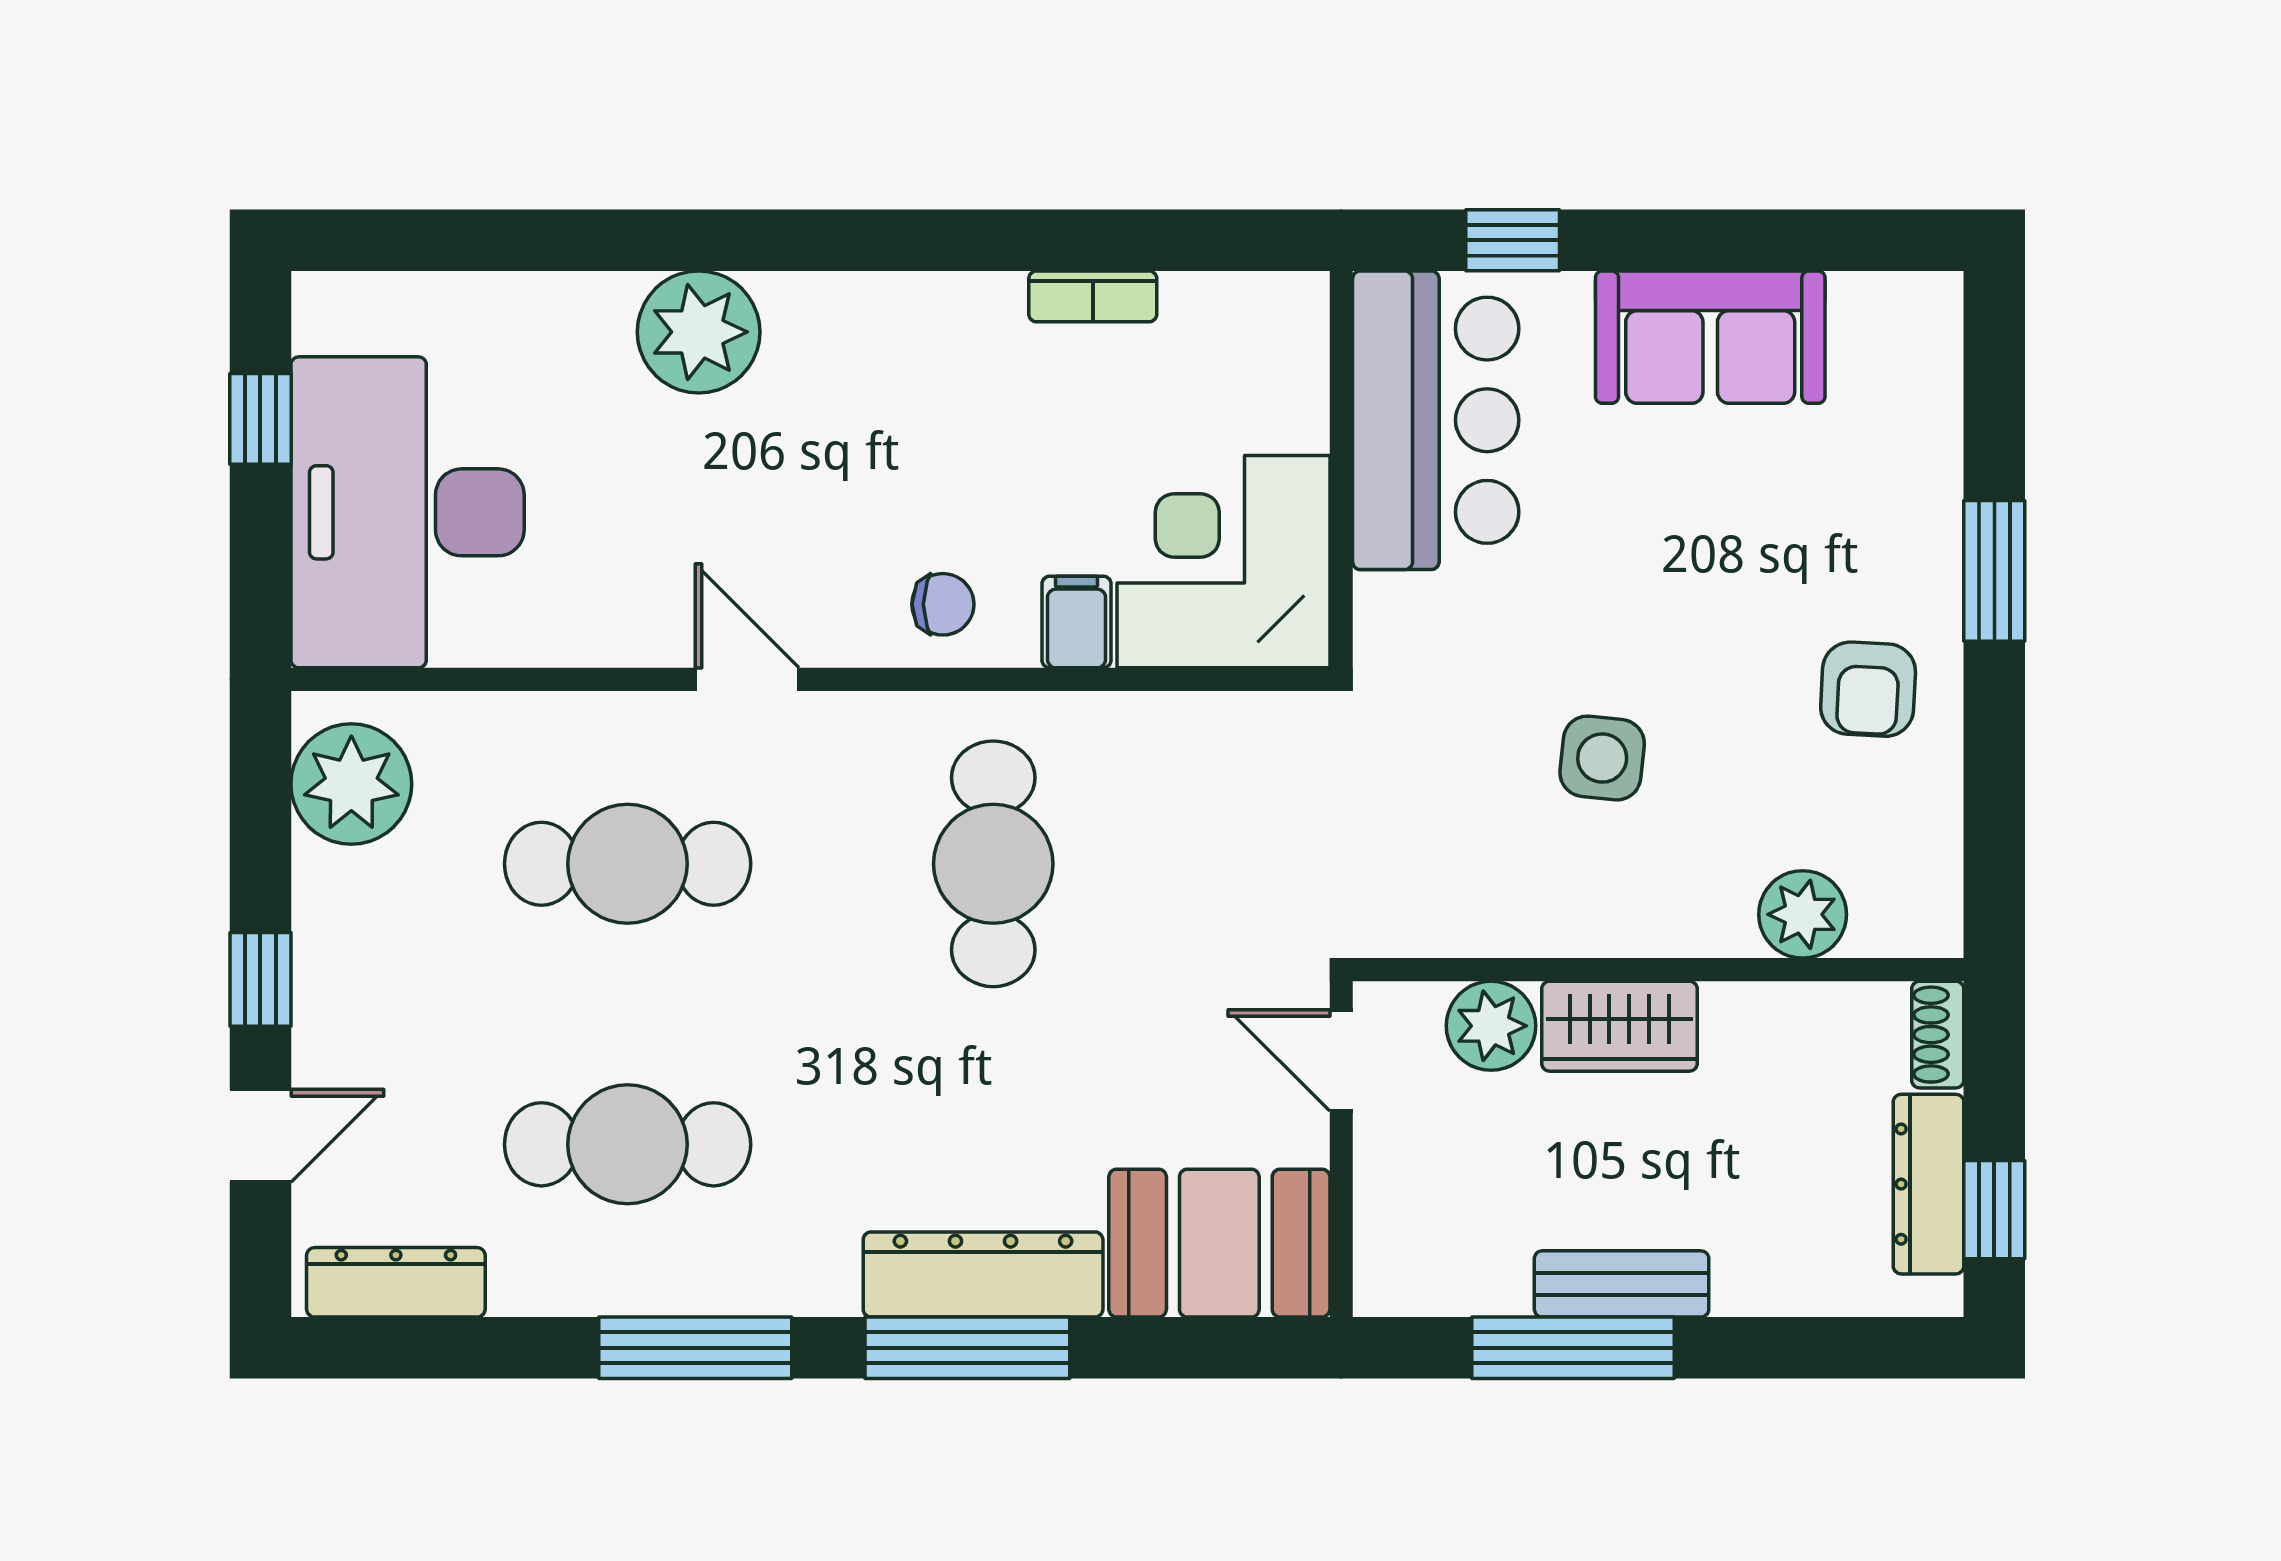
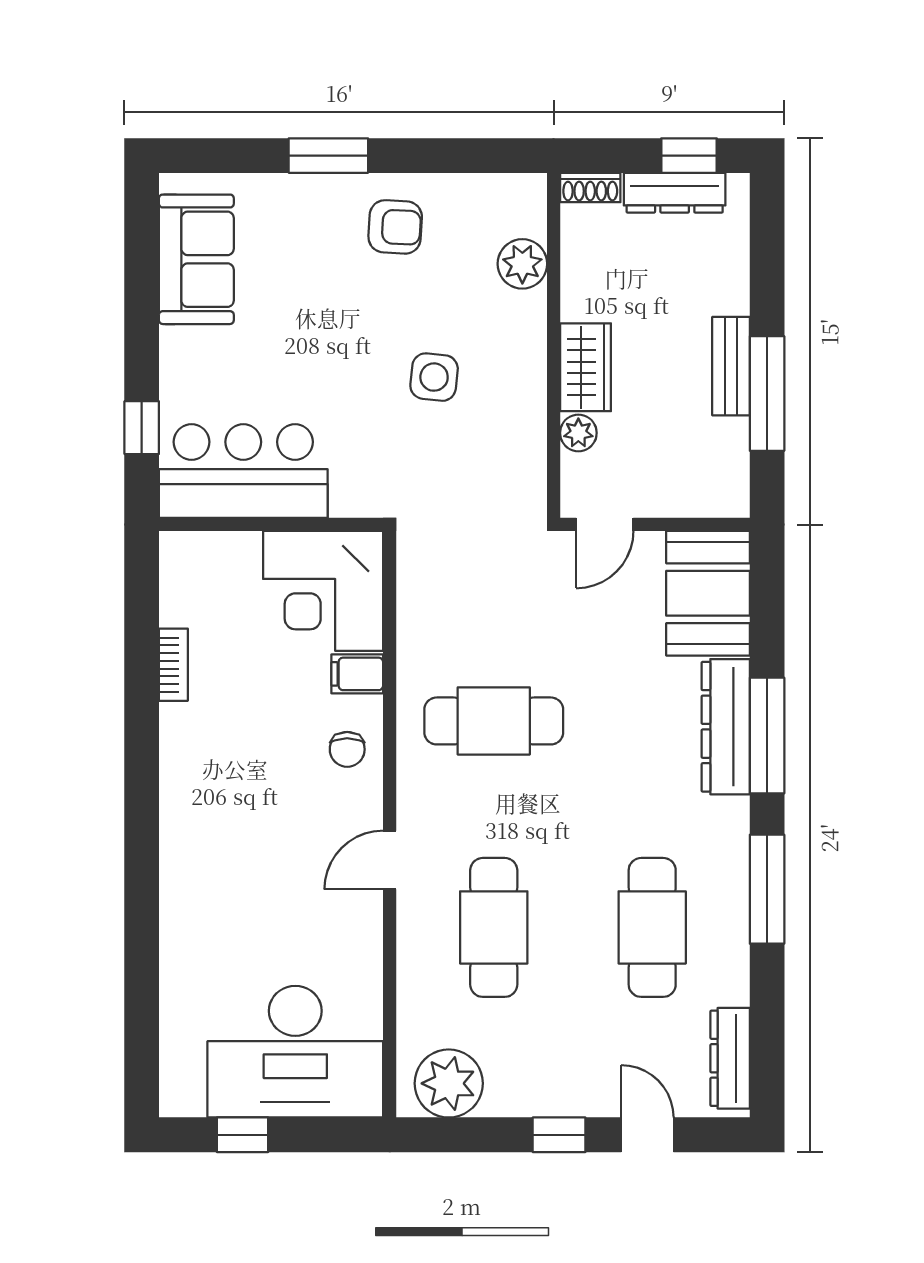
plant: (699, 332) -> (193, 887), removed
sofa: (1710, 337) -> (196, 259), moved
chair: (943, 604) -> (347, 749), turned 180
plant: (1491, 1026) -> (578, 433), width x0.73, depth x0.73

